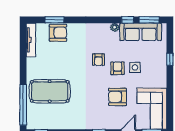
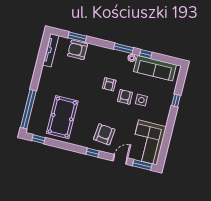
window: (149, 20) -> (124, 48), moved
armchair: (58, 33) -> (78, 50), turned 180
pool table: (50, 91) -> (62, 117), moved, turned 90
armchair: (117, 97) -> (104, 134), moved, turned 96

